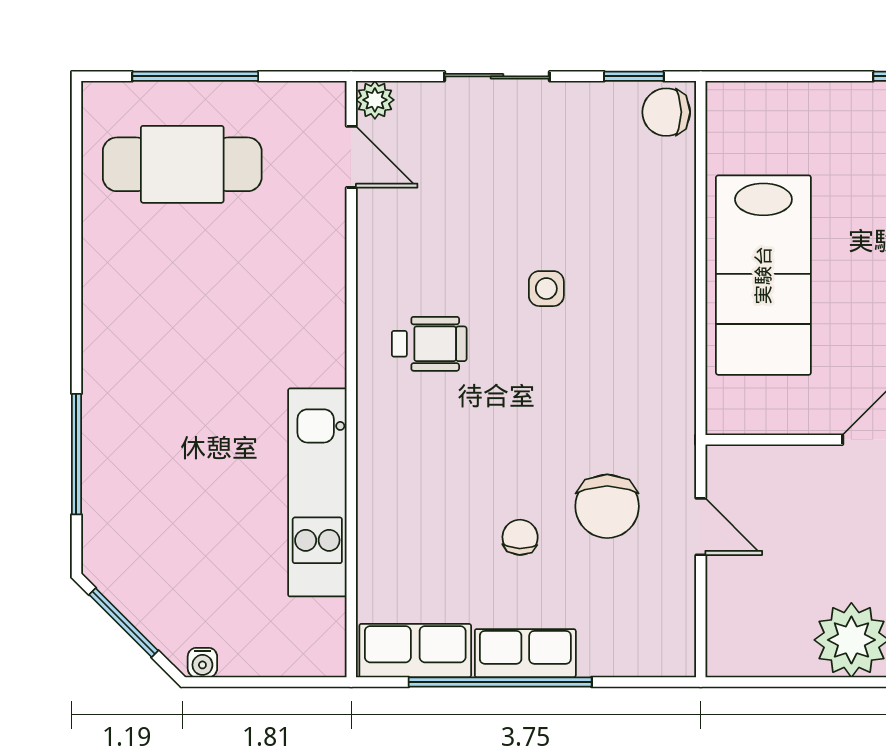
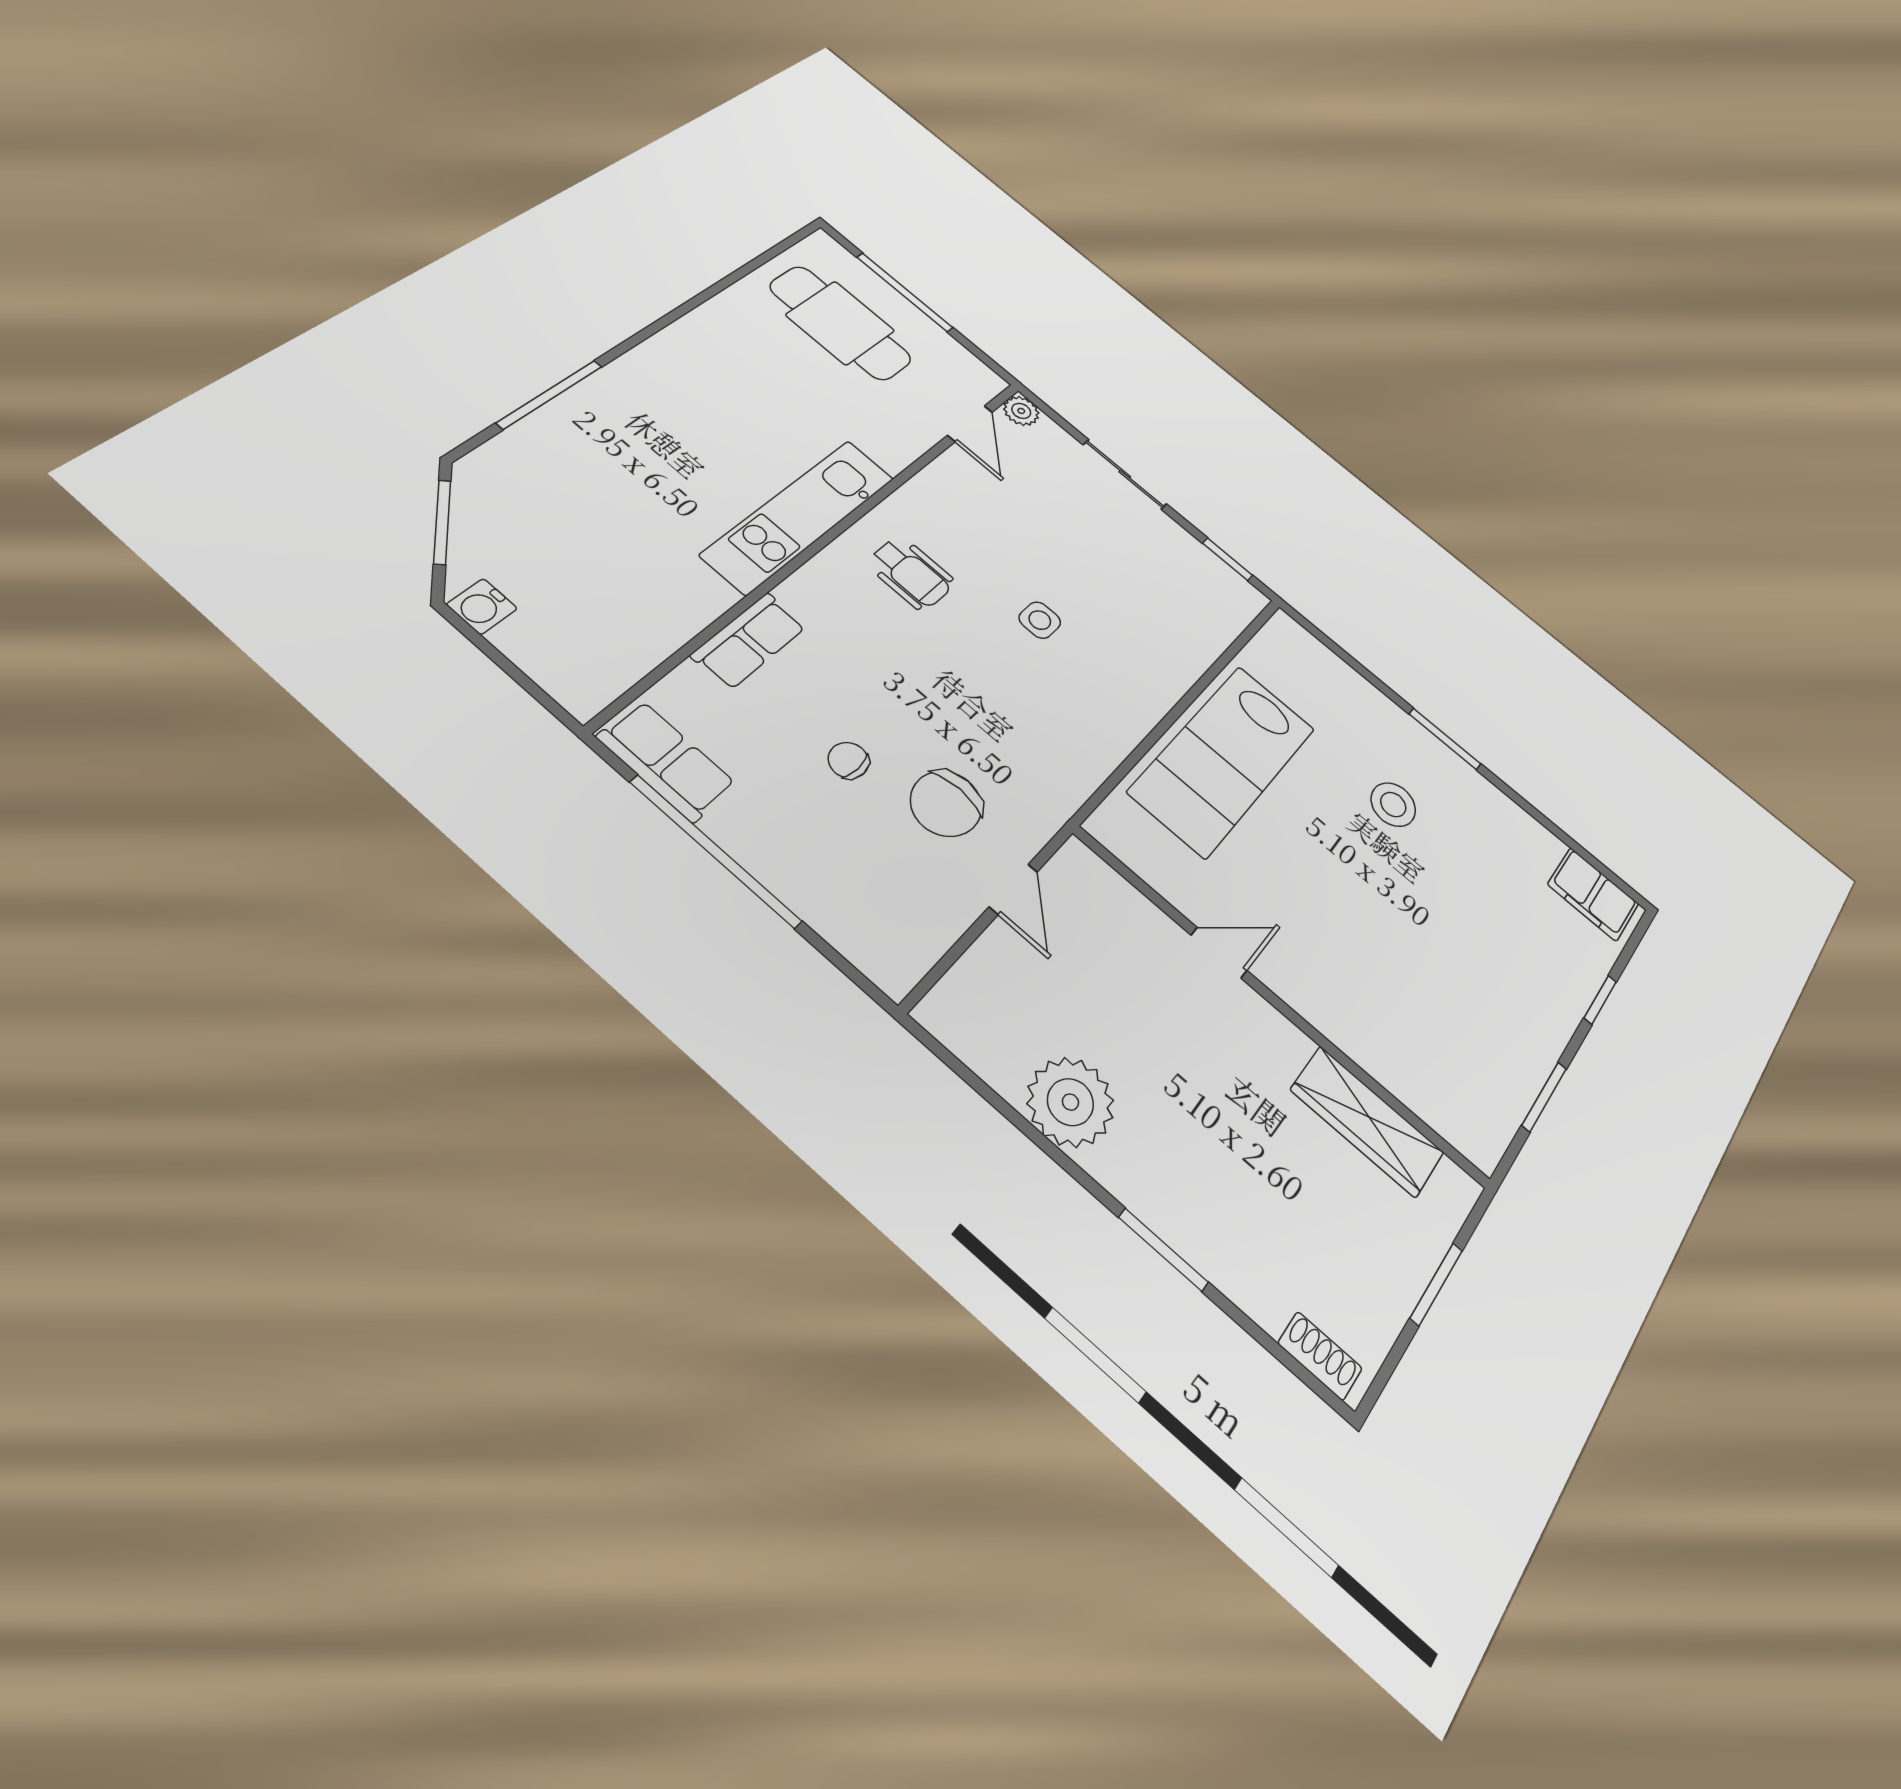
chair: (666, 112) -> (1234, 599), removed
kitchen unit: (317, 492) -> (799, 516), moved
chair: (520, 537) -> (849, 760), turned -92
row of seats: (525, 653) -> (749, 641), moved, turned 90
water cooler: (202, 663) -> (482, 606), width x1.38, depth x1.38

